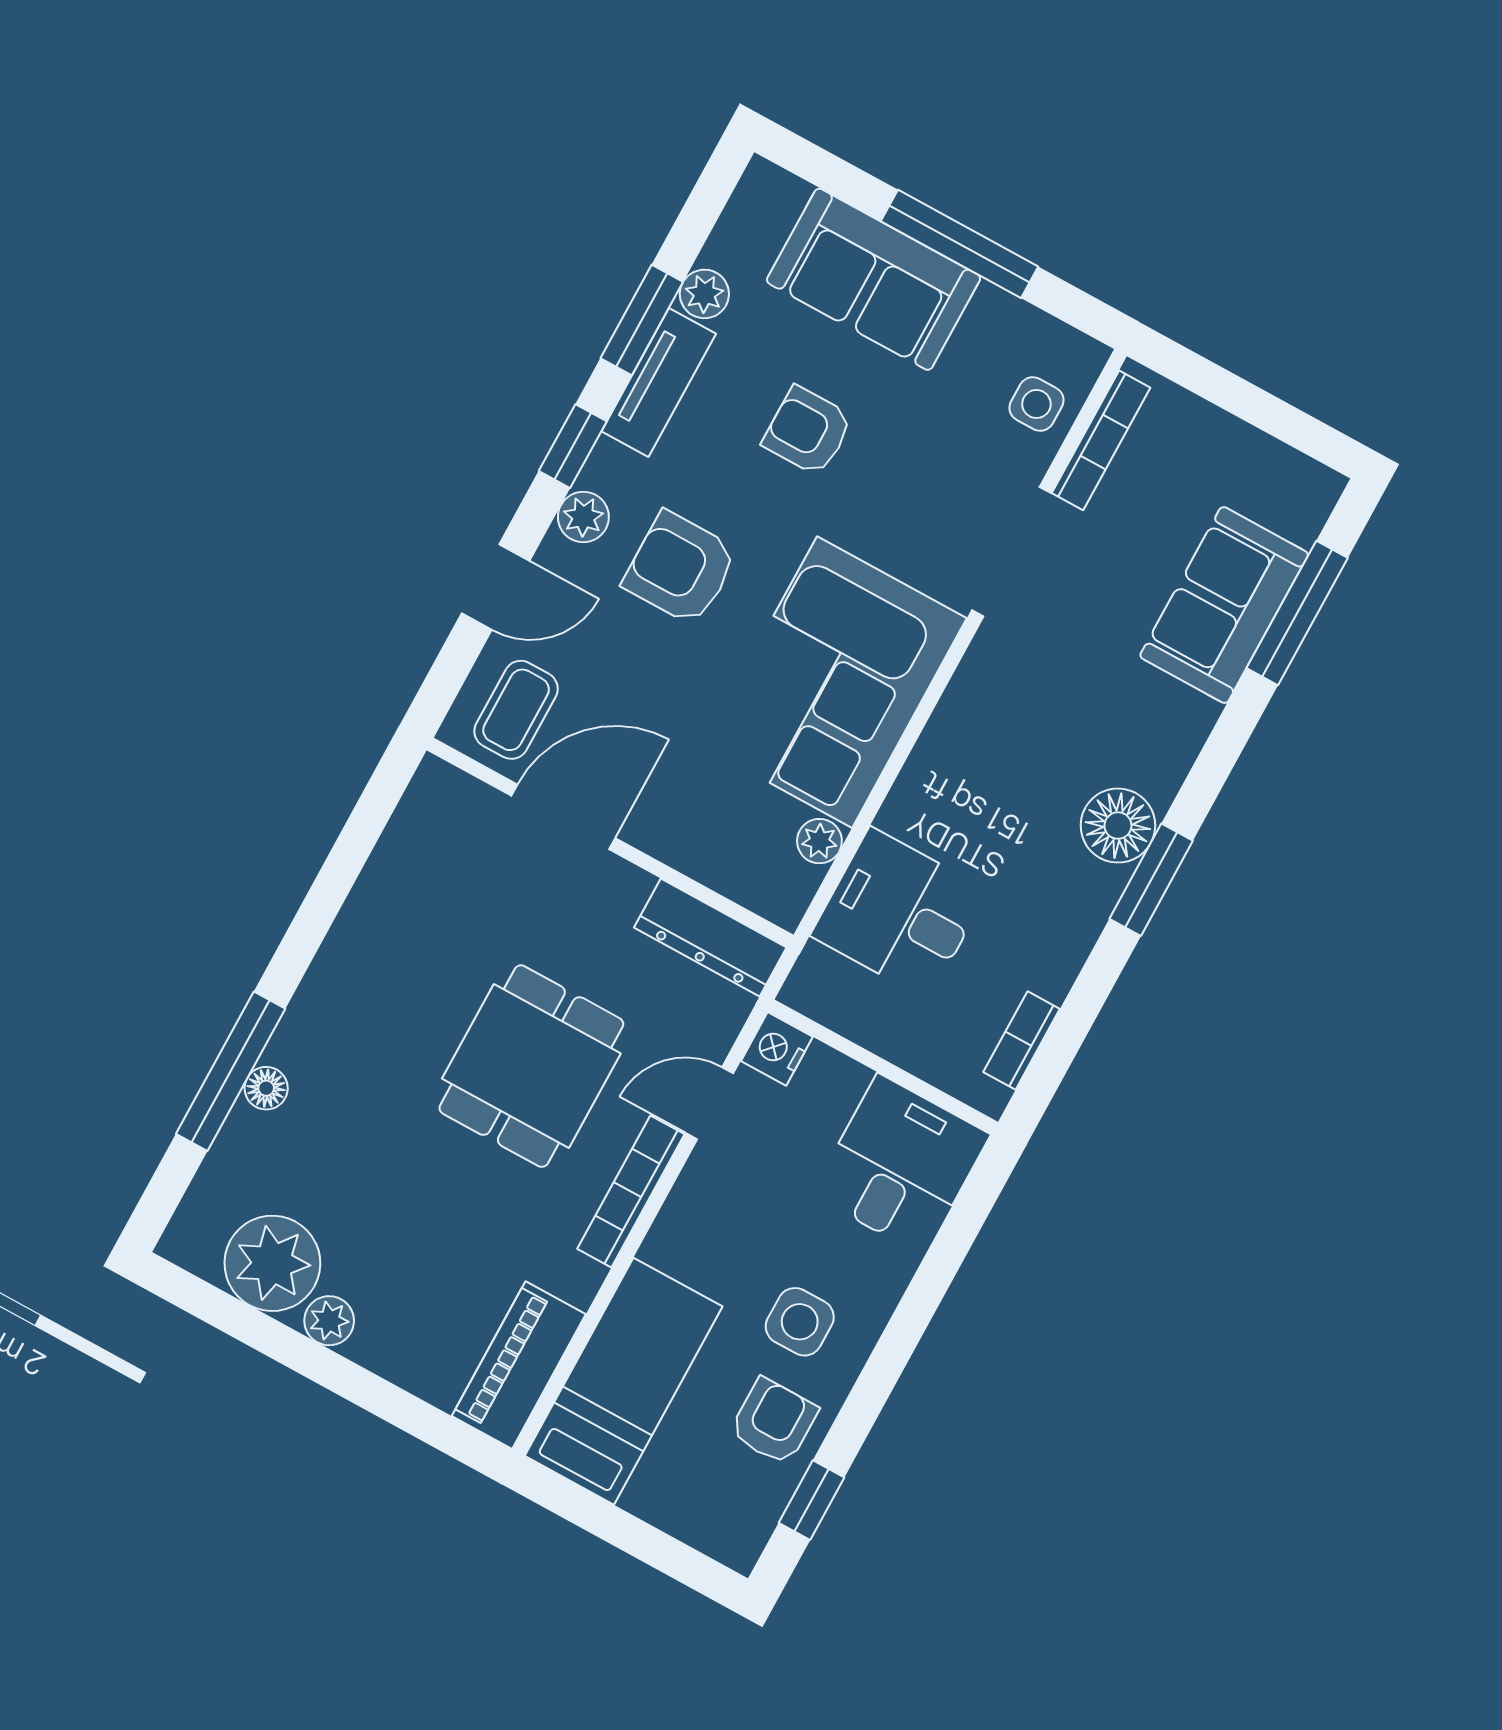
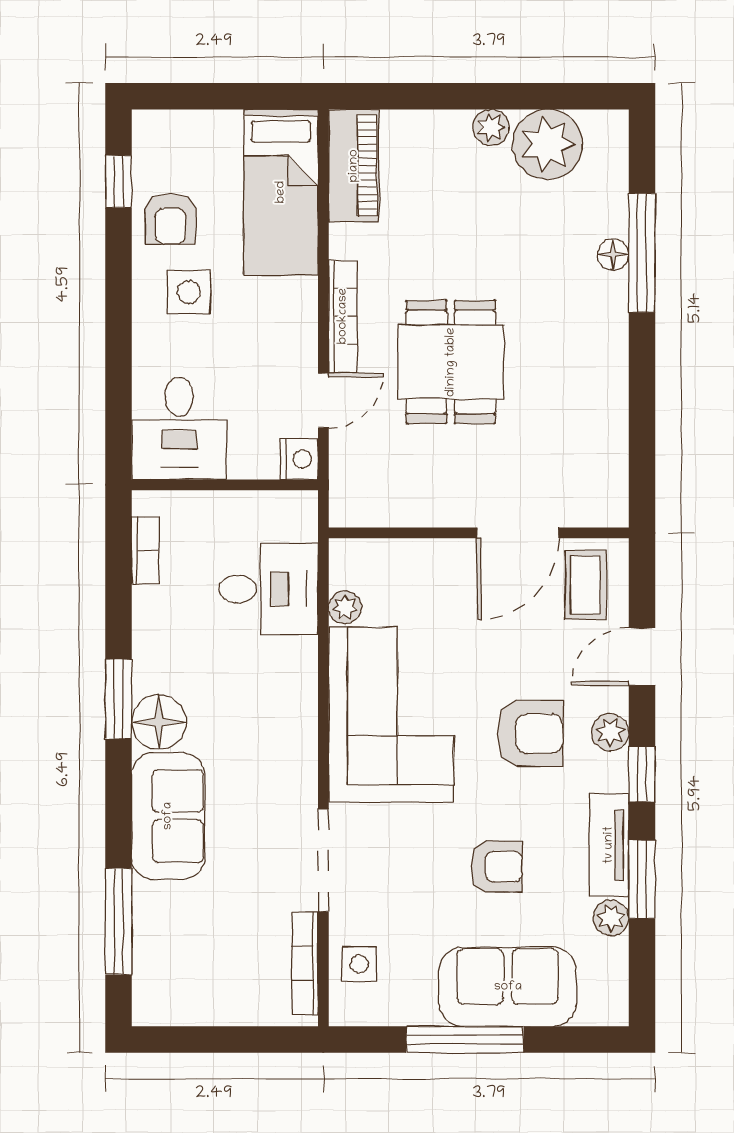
sofa: (1224, 605) -> (168, 816), moved
dresser: (710, 938) -> (381, 507), removed

